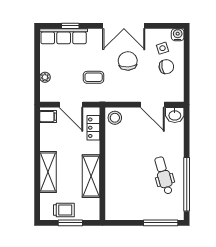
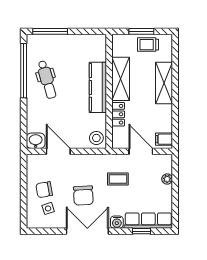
water cooler: (178, 35) -> (117, 222), moved
locker: (93, 128) -> (118, 114), moved
kitchen counter: (113, 168) -> (98, 87), added

